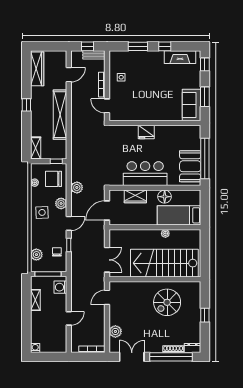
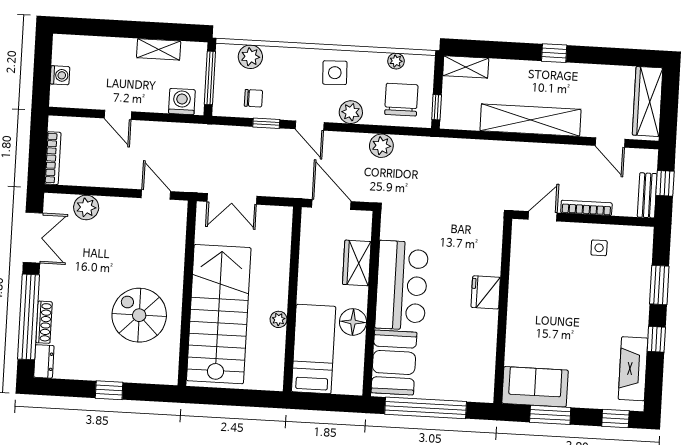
wardrobe: (37, 69) -> (648, 101), moved, turned 90
booth: (190, 166) -> (394, 362), moved, turned 90
washing machine: (35, 348) -> (60, 75), moved

